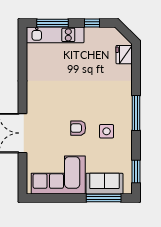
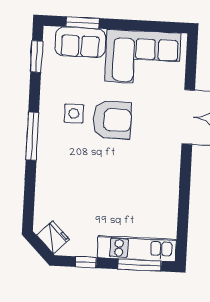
fridge: (124, 55) -> (53, 237), moved, turned -45
armchair: (78, 128) -> (112, 120), width x1.88, depth x1.88
window: (104, 198) -> (82, 23), width x0.69

